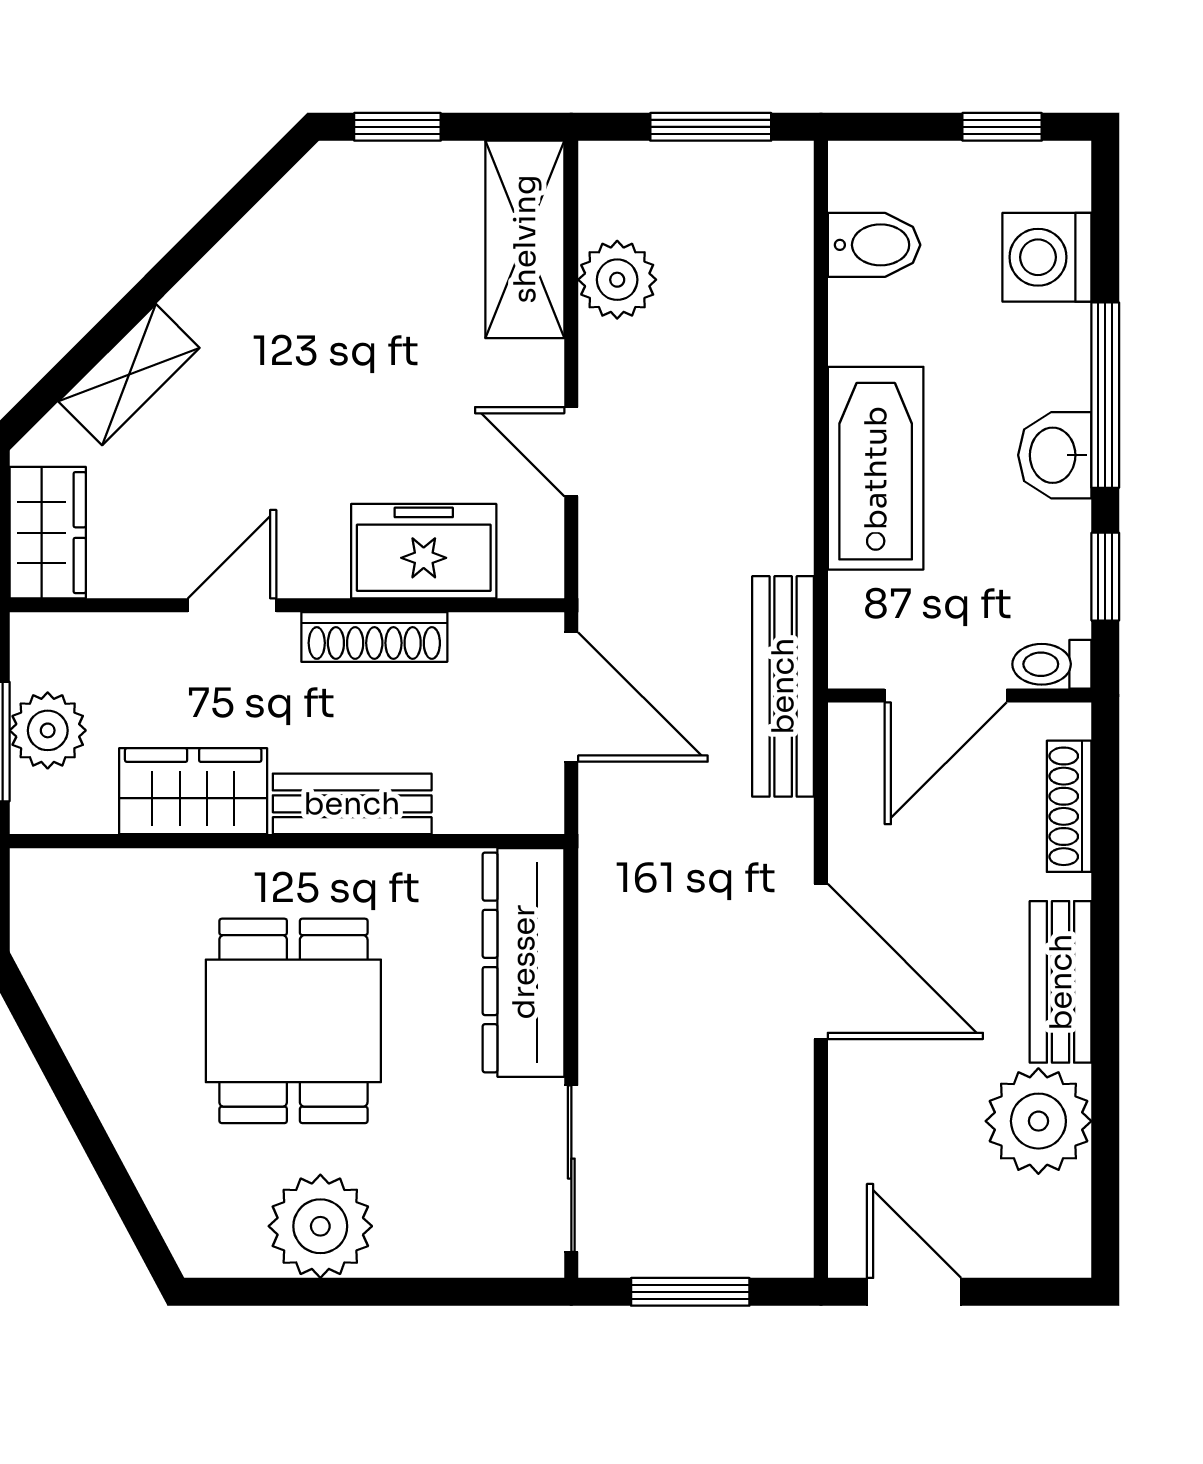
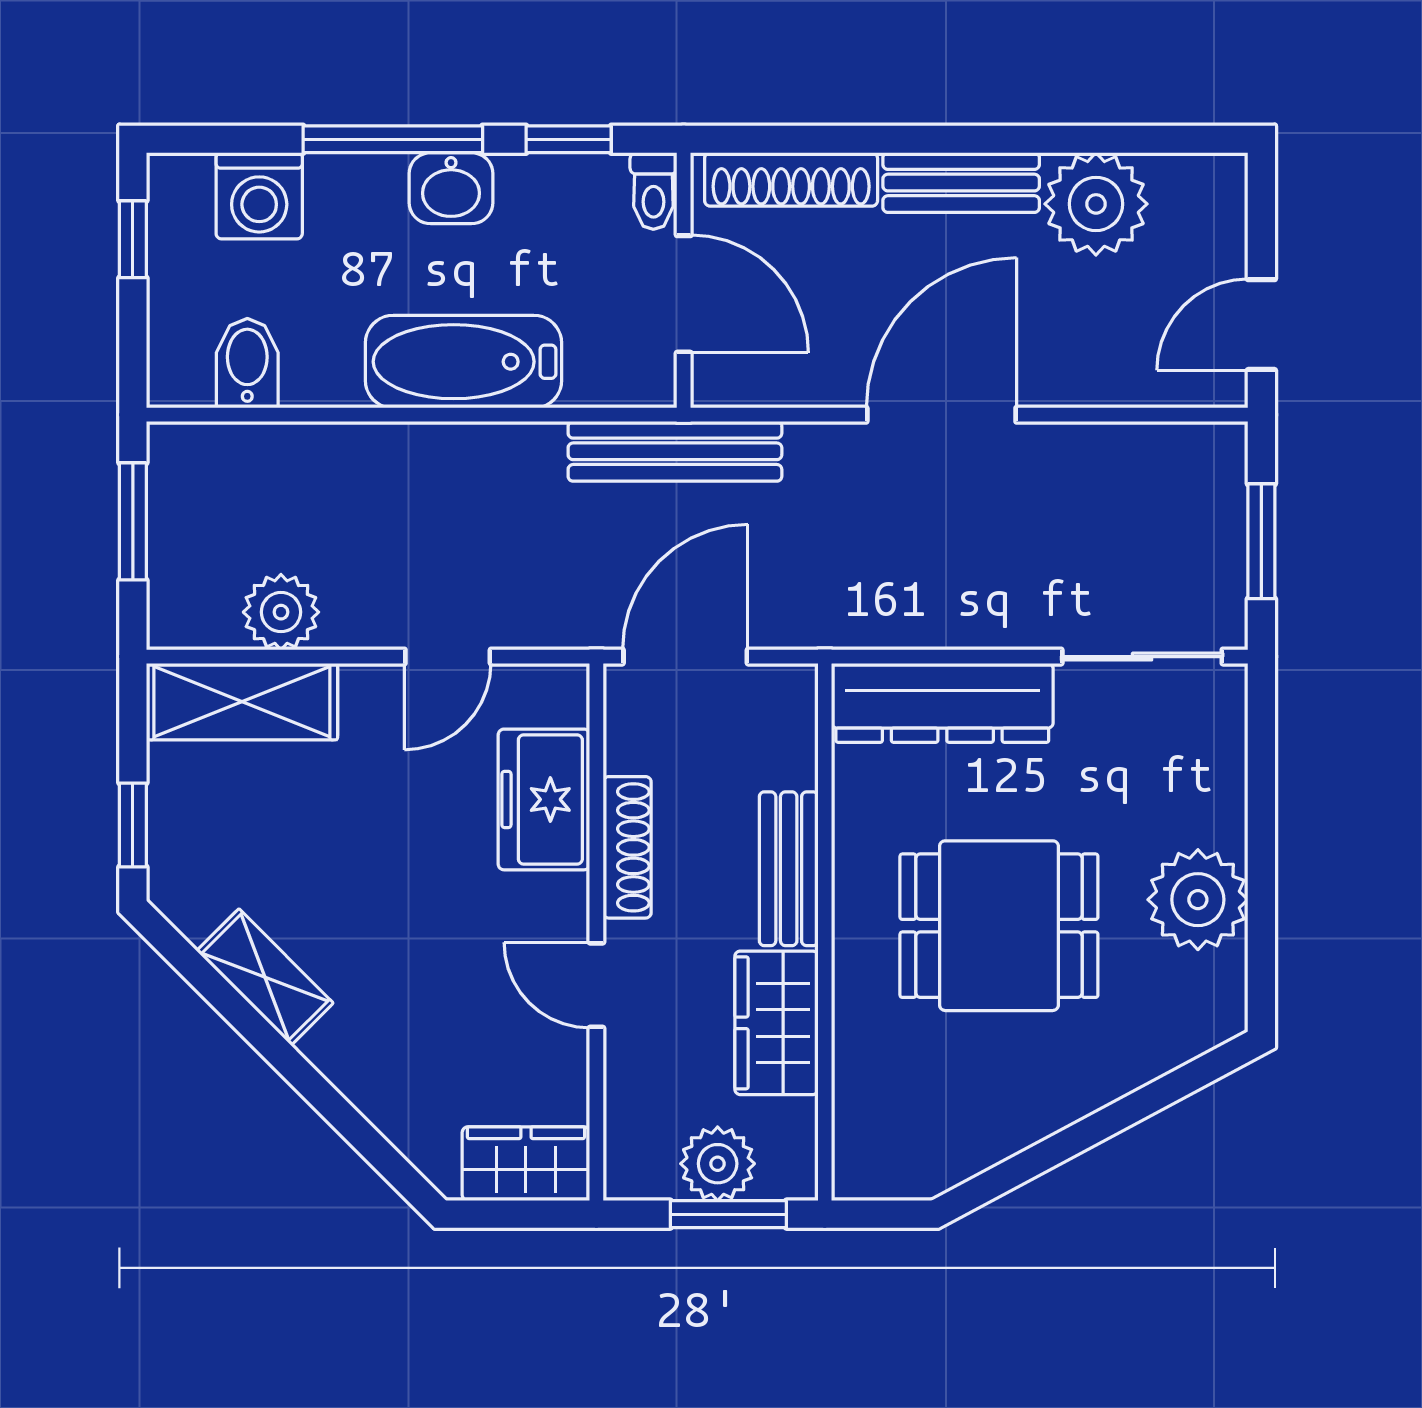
shelving: (129, 375) -> (265, 977), moved
shoe rack: (1069, 806) -> (791, 179), width x1.36, depth x1.24

